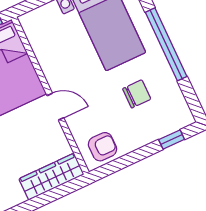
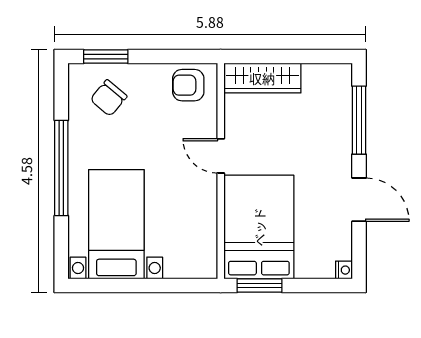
chair: (137, 94) -> (109, 98), moved, turned -50
window: (172, 140) -> (106, 57), width x1.50

